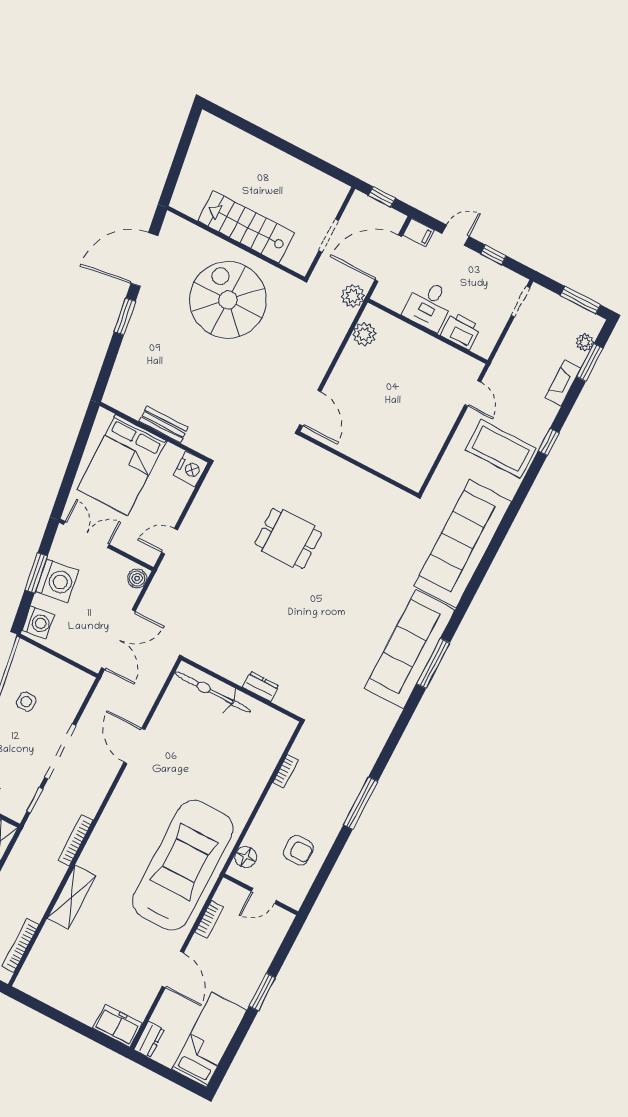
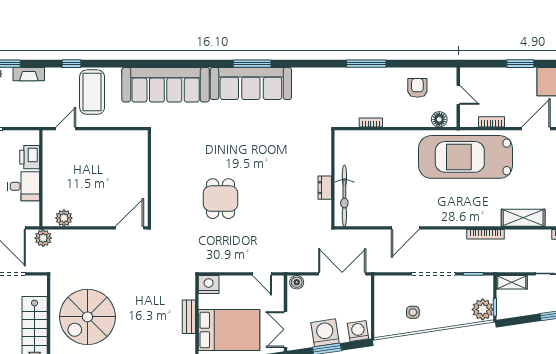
dresser: (261, 686) -> (325, 188), moved

